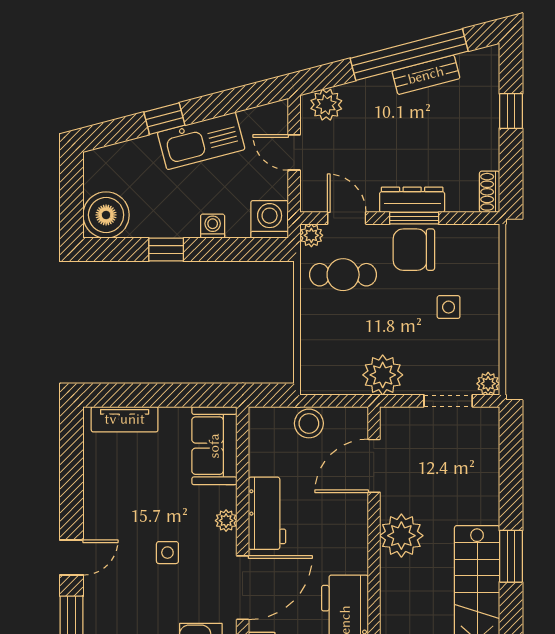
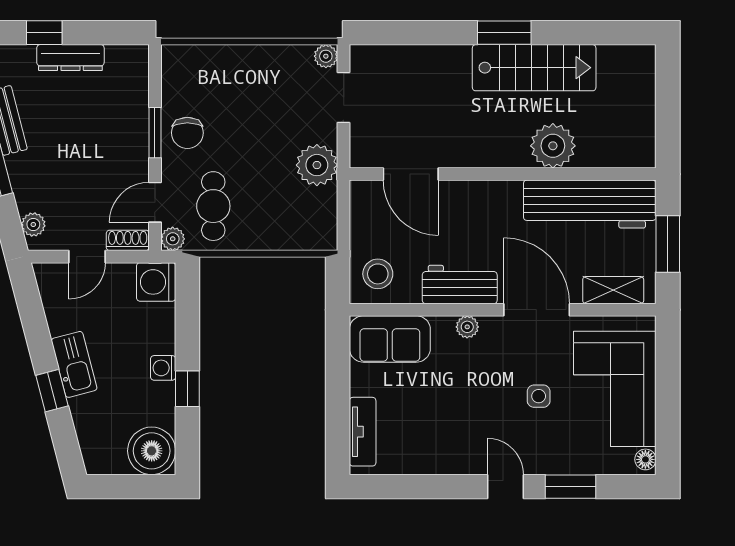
plant: (326, 105) -> (33, 225), width x0.73, depth x0.73
kitchen sink: (201, 141) -> (74, 364), width x0.73, depth x0.81
shoe rack: (490, 192) -> (128, 240), moved, turned 180
dresser: (412, 200) -> (70, 58), moved, turned -90
washing machine: (213, 226) -> (163, 368), moved
chair: (414, 250) -> (187, 133), width x0.73, depth x0.73
side table: (449, 307) -> (247, 97), removed
stool: (309, 423) -> (378, 274), moved
plant: (401, 536) -> (553, 146), moved
side table: (167, 553) -> (539, 396), moved

